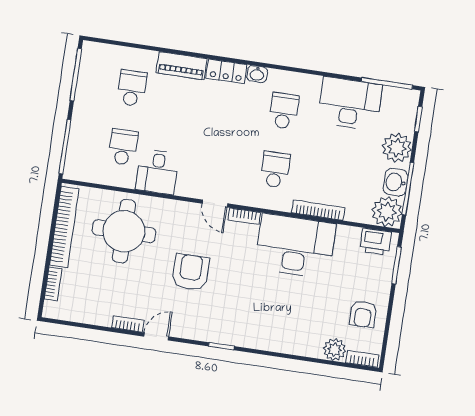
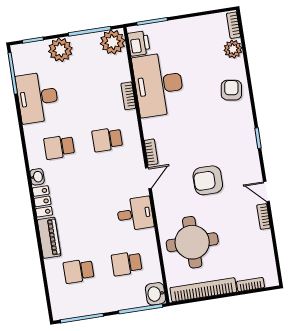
desk: (157, 172) -> (135, 214), moved
washbasin: (395, 182) -> (155, 294), moved, turned 90
bookcase: (318, 210) -> (128, 96), width x0.64
desk: (295, 246) -> (159, 85), moved
armchair: (363, 314) -> (231, 90), moved, turned -81

